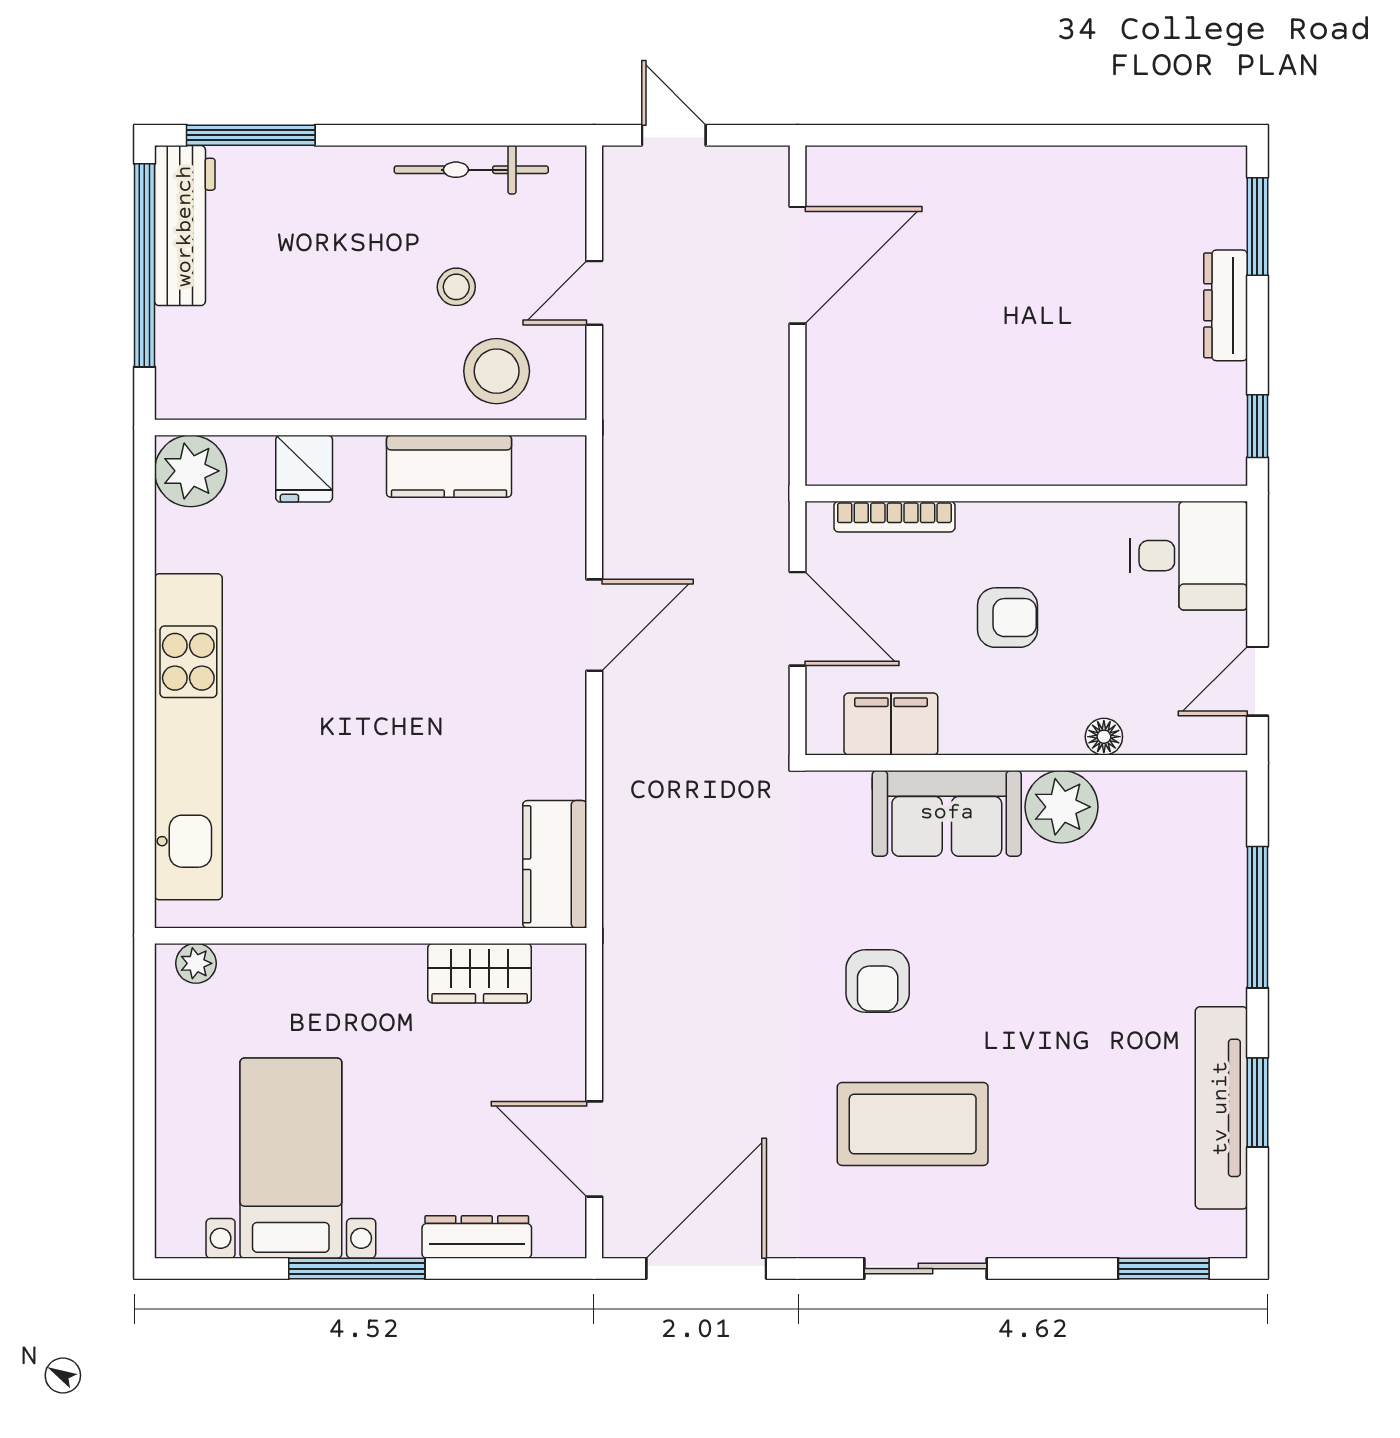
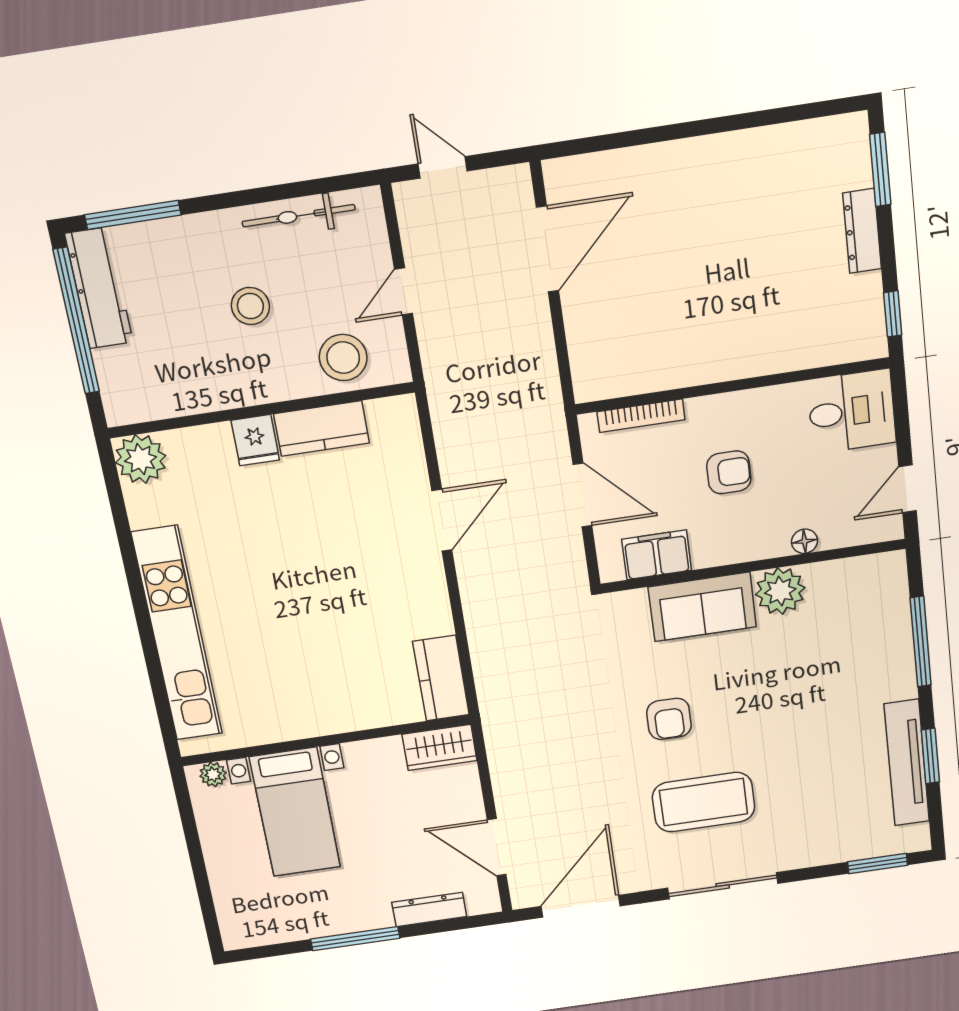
stool: (456, 287) -> (250, 306), moved, width x1.37, depth x1.37
fridge: (304, 469) -> (255, 440), moved
wardrobe: (480, 973) -> (439, 748), moved
bed with nightstands: (291, 1158) -> (295, 812), moved, turned 180
sliding door: (925, 1269) -> (723, 886), width x1.37

